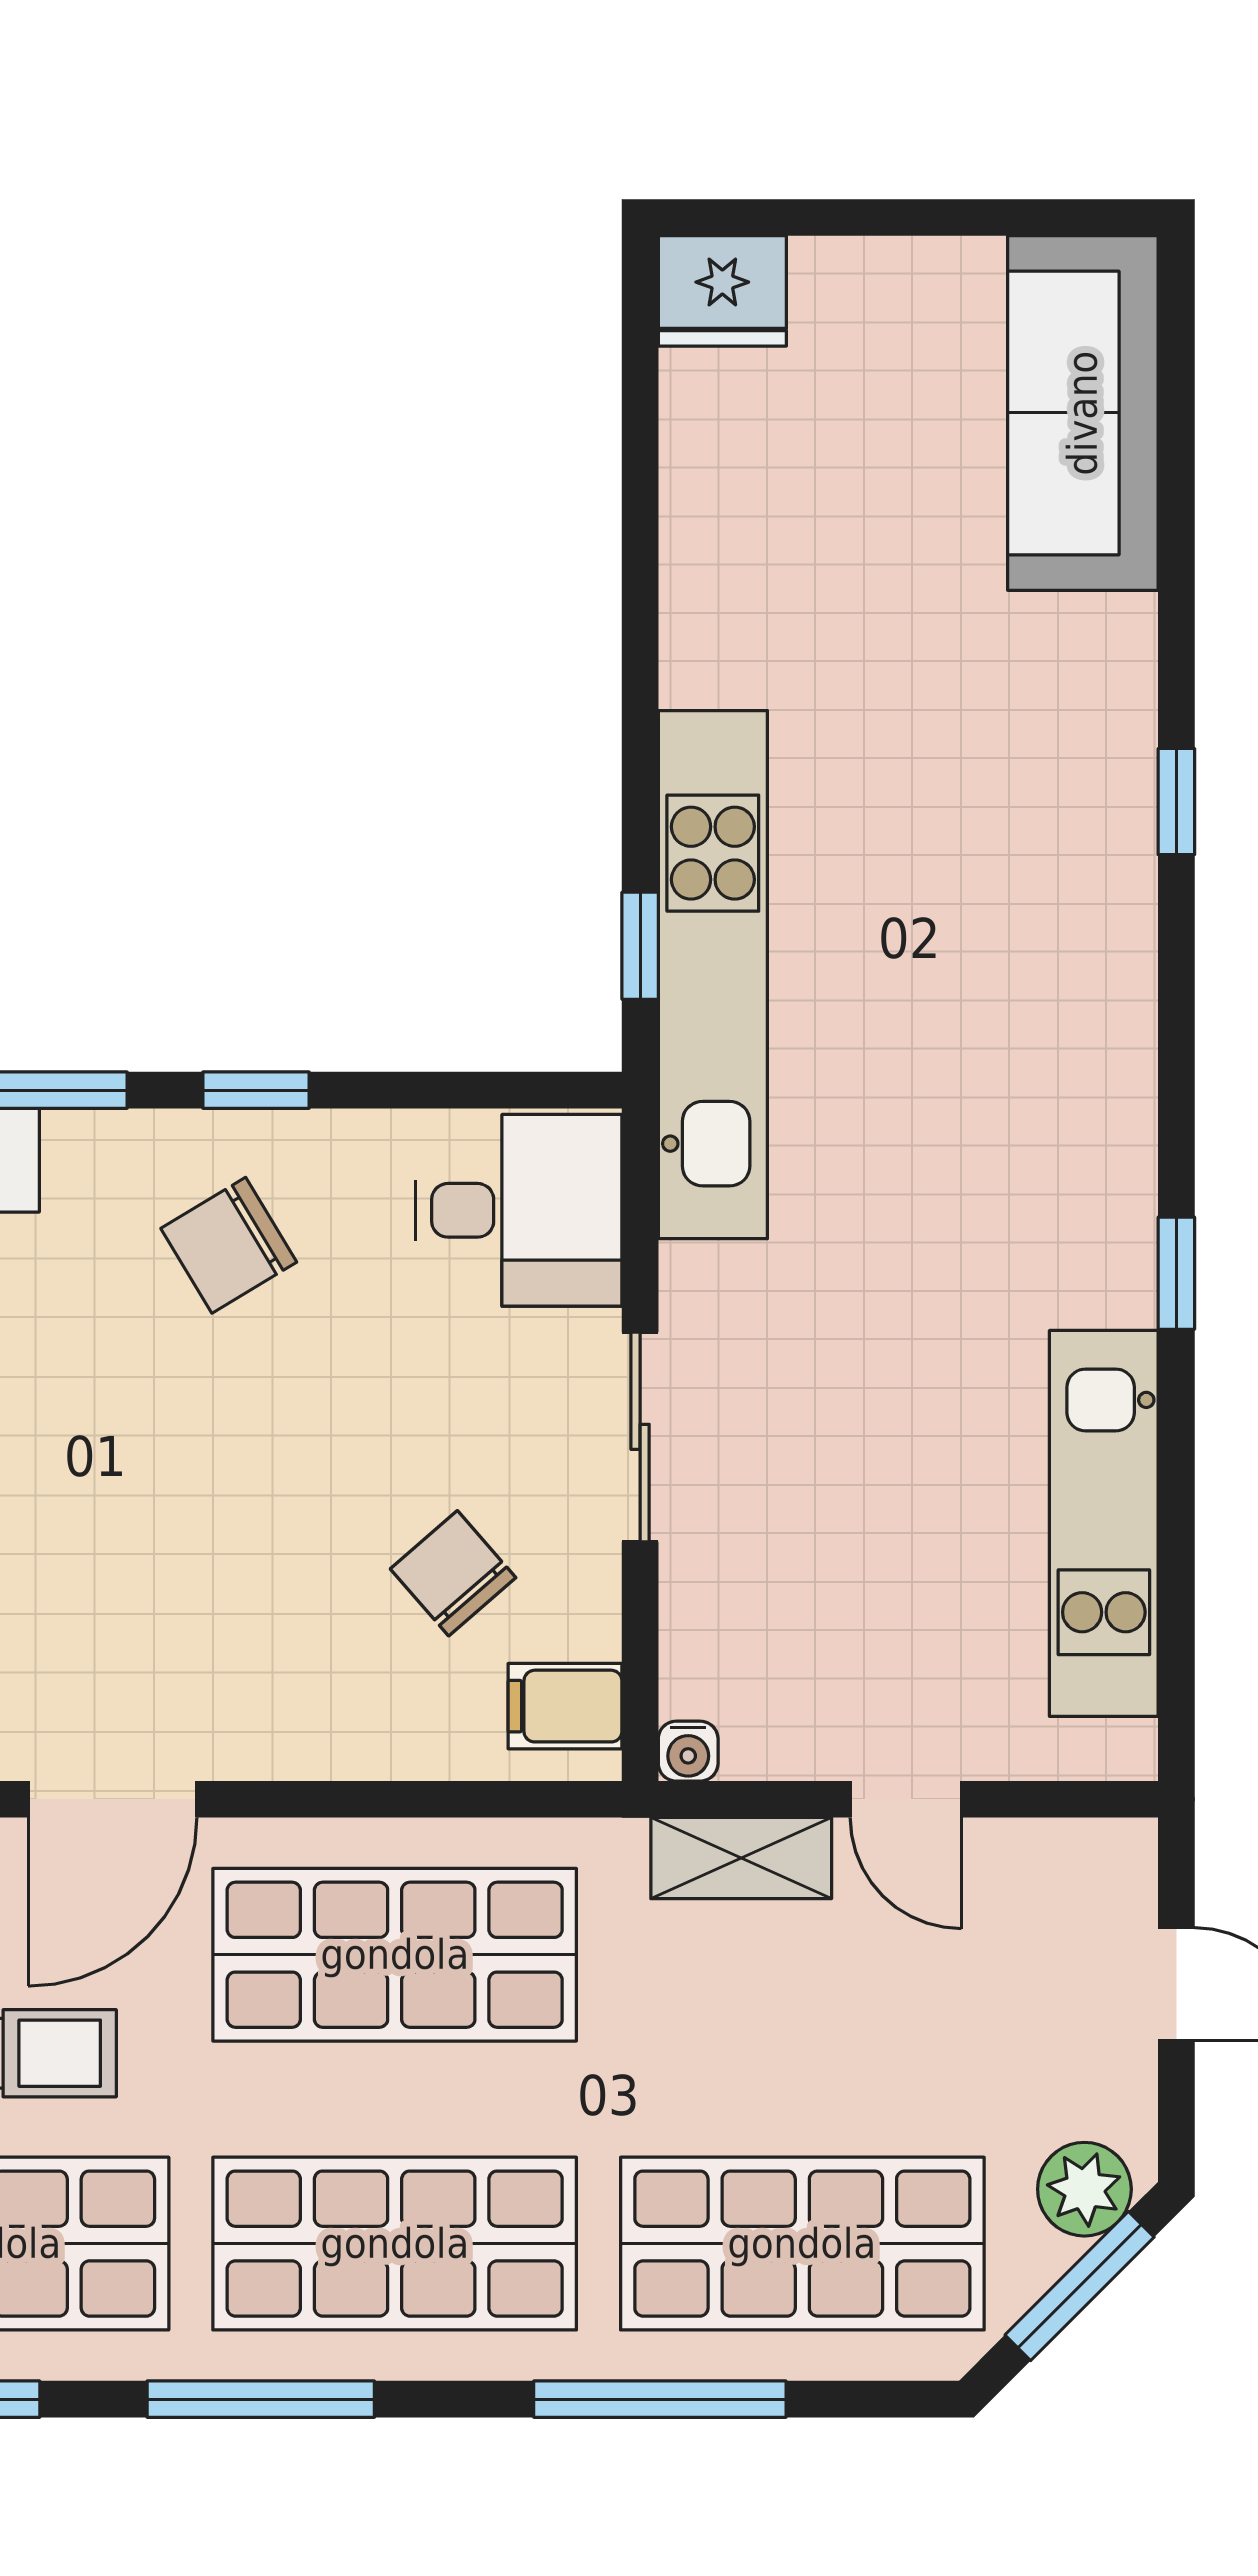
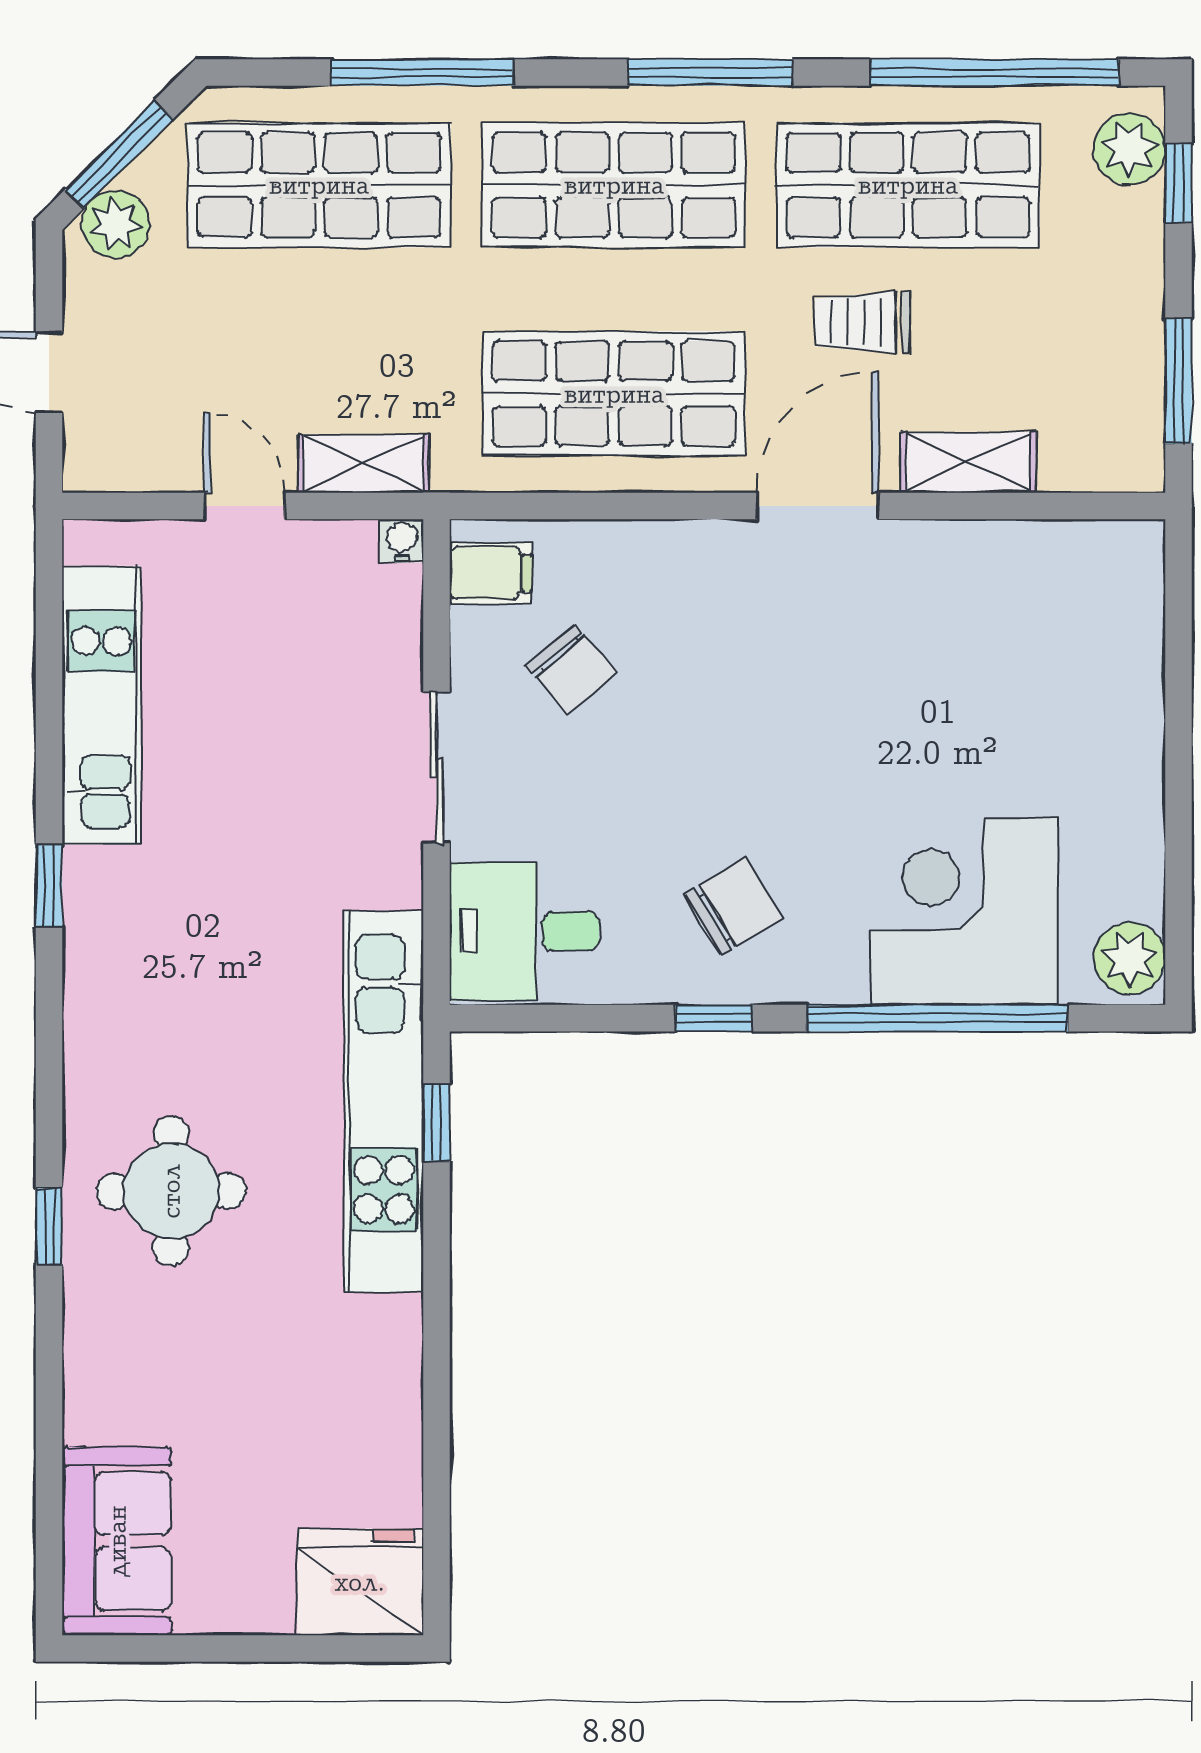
fridge: (722, 291) -> (360, 1582), width x1.36, depth x1.34
sofa: (1083, 413) -> (117, 1541), width x0.73
round table: (1007, 851) -> (171, 1191), added

